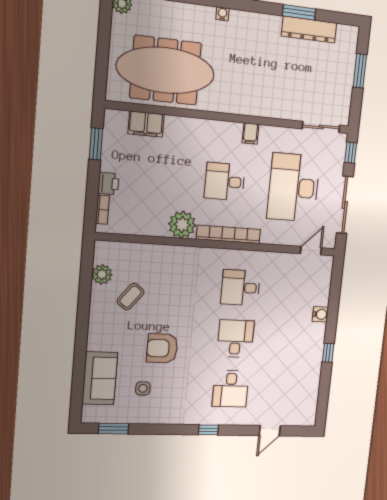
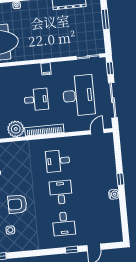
desk: (225, 182) -> (36, 100), turned 180
desk: (294, 187) -> (79, 95), turned 180
water cooler: (320, 314) -> (114, 194), moved
window: (328, 353) -> (120, 179), moved
window: (208, 430) -> (72, 250), moved

